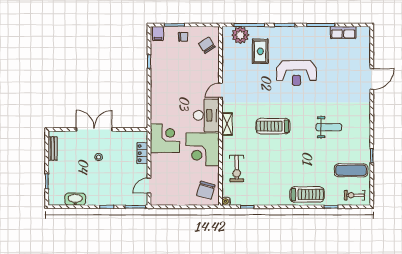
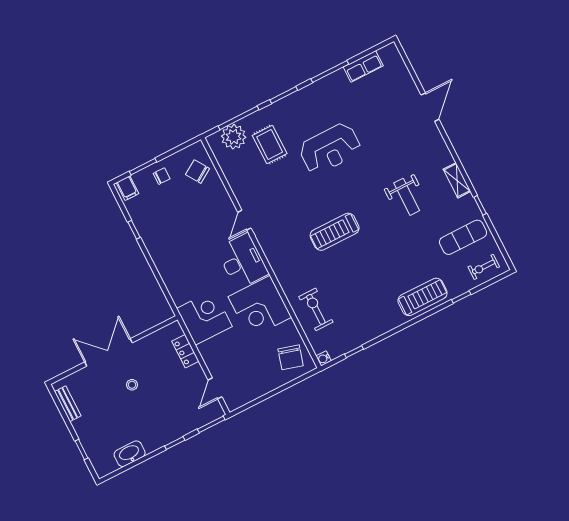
shelving: (227, 124) -> (457, 180), moved
weight bench: (329, 127) -> (407, 197), turned 90
exercise bike: (237, 168) -> (316, 309), turned 180

